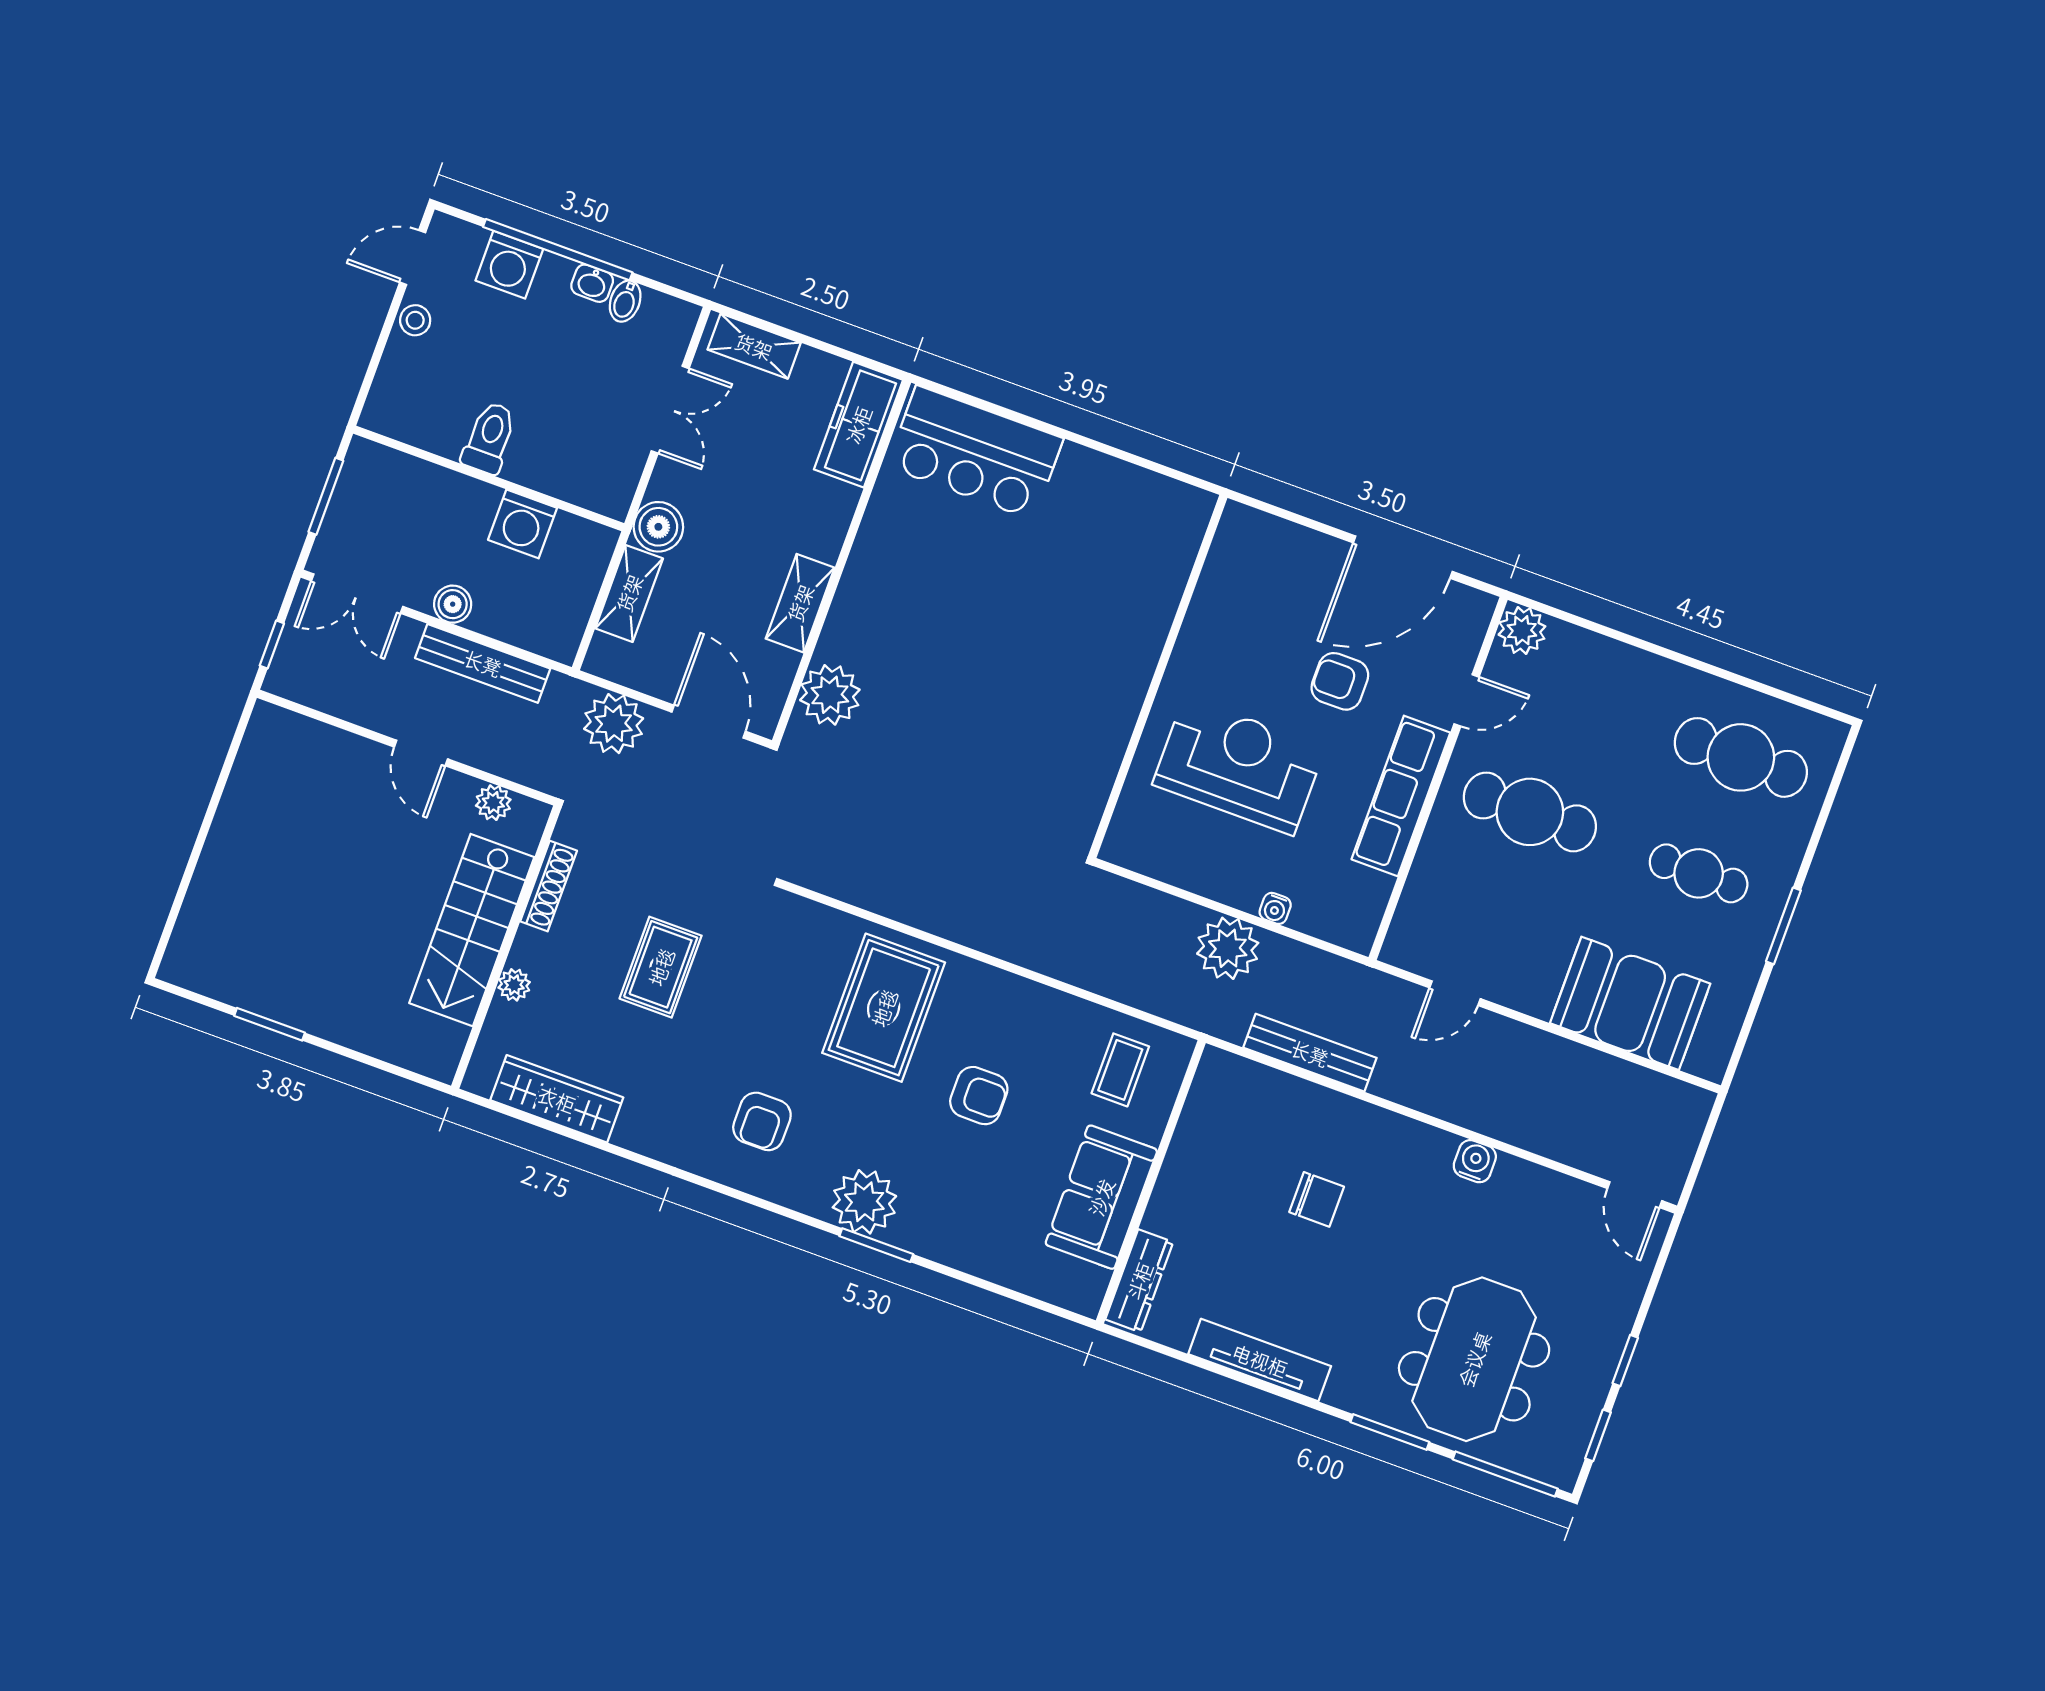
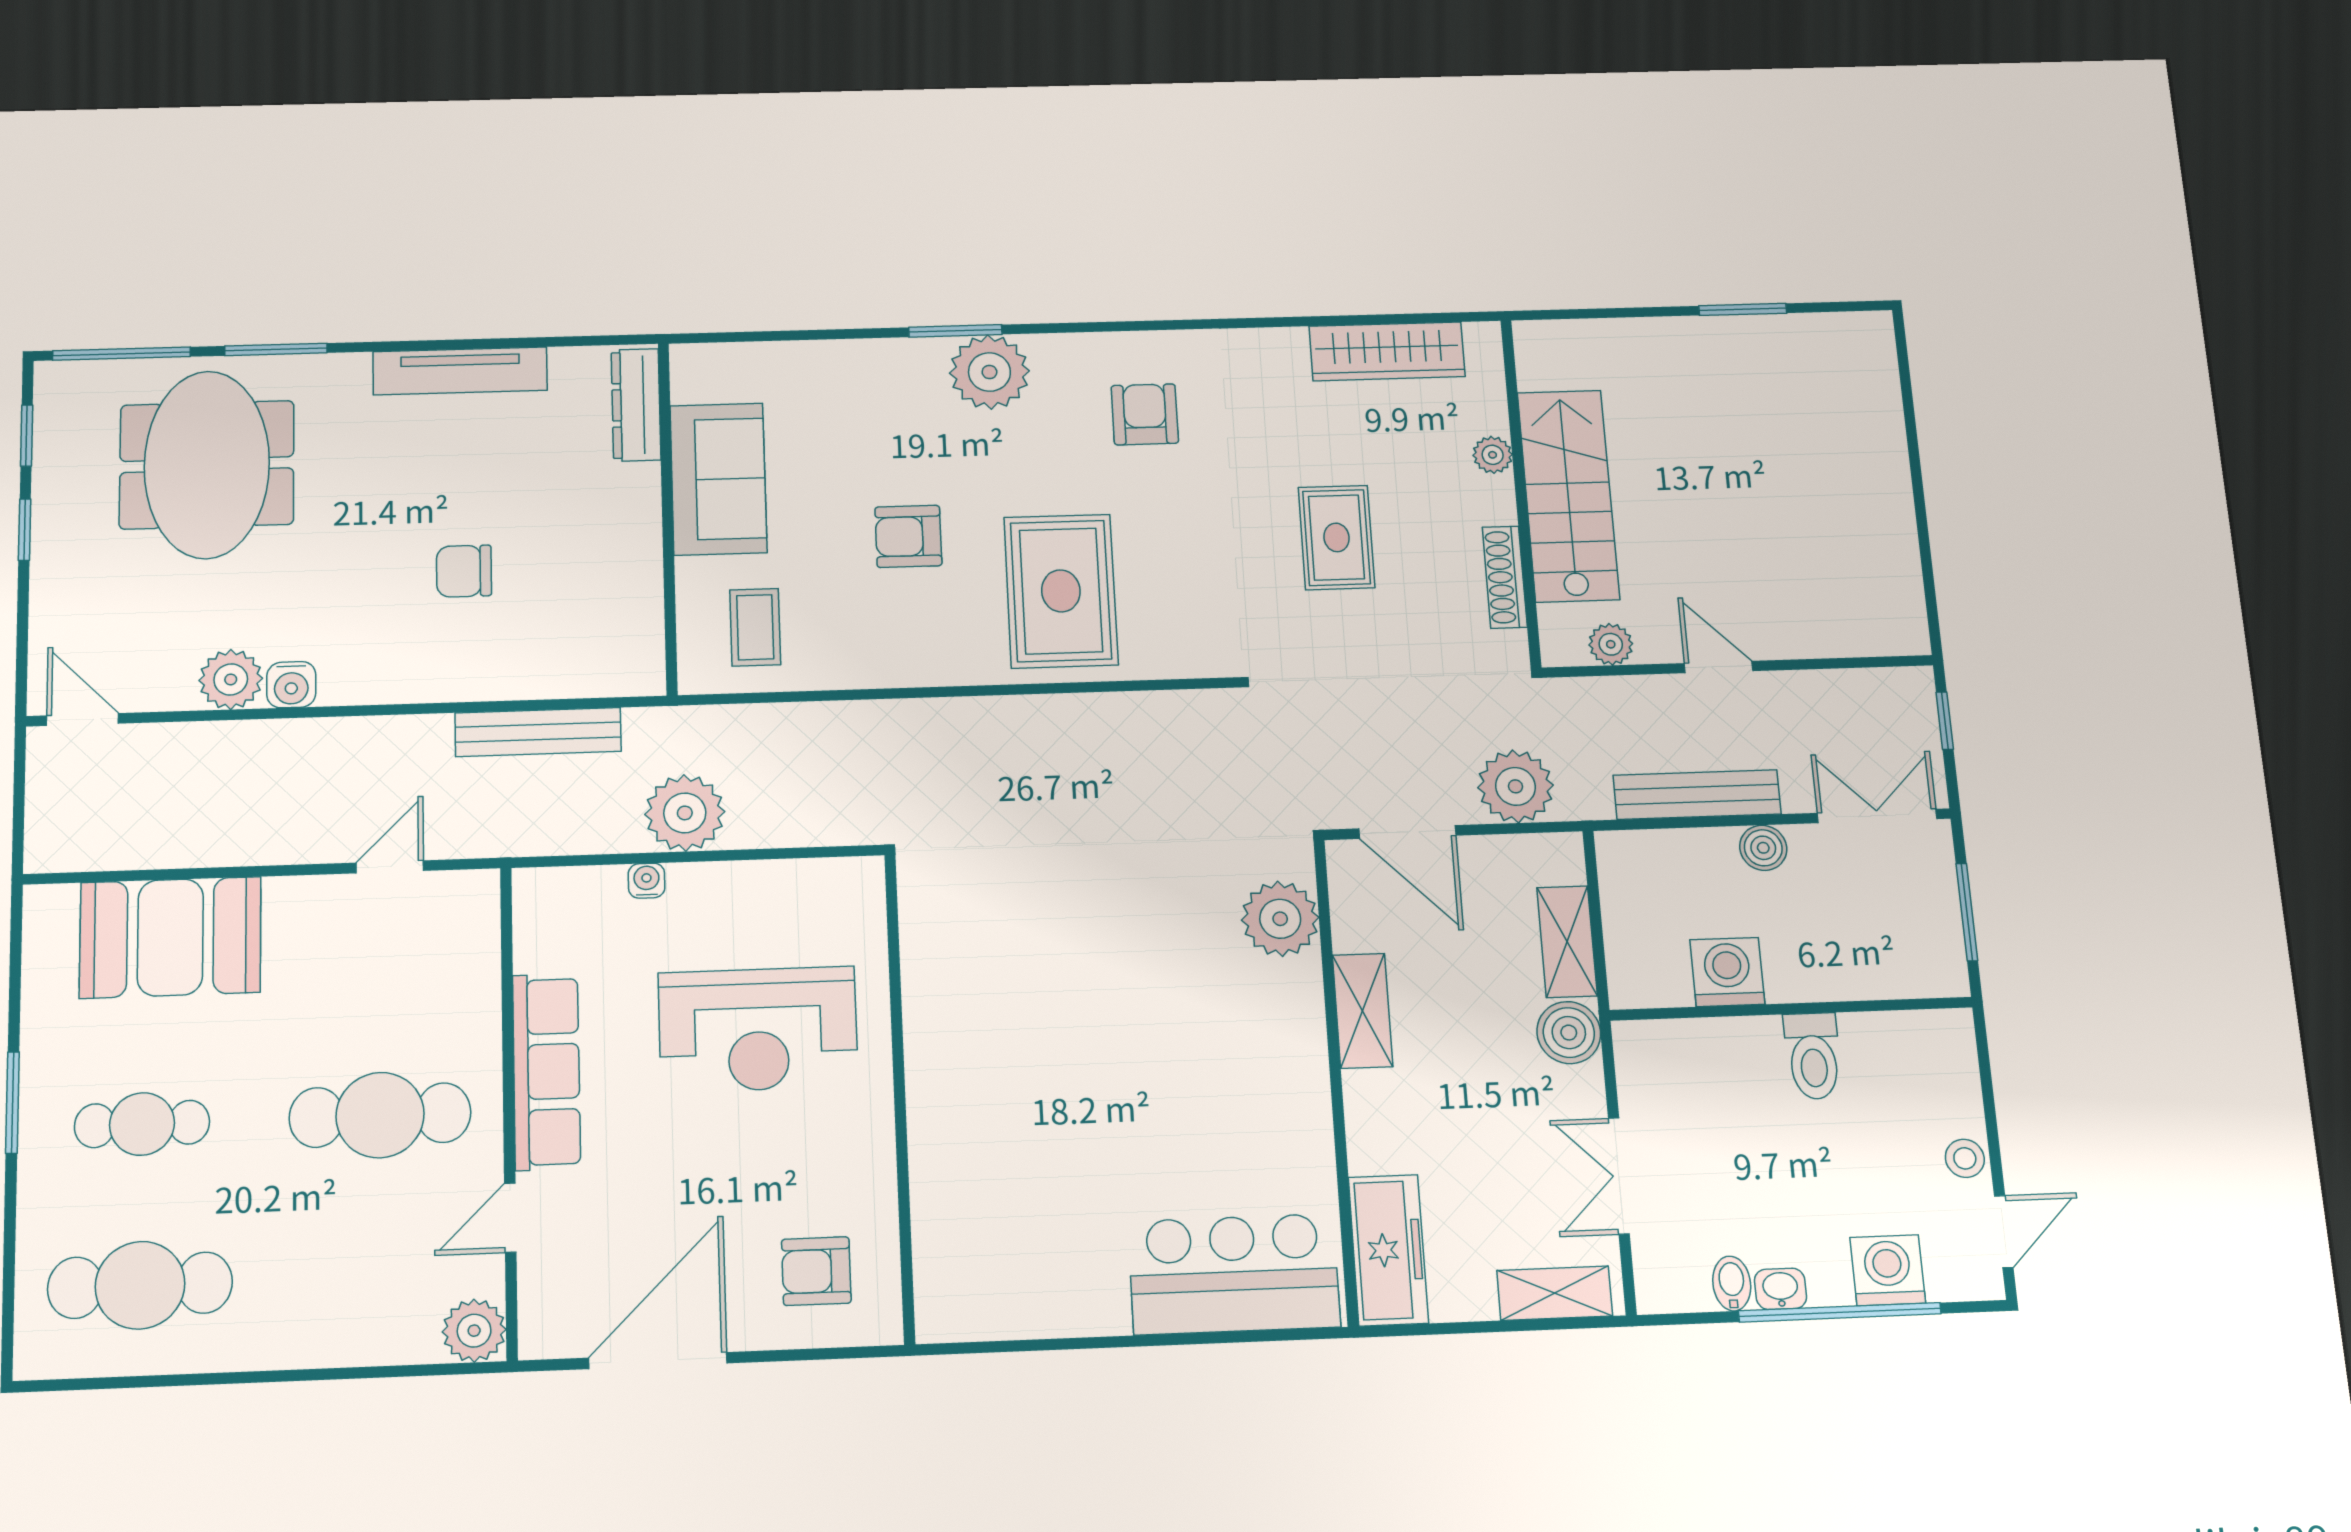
armchair: (1340, 681) -> (816, 1271), moved, turned 180
plant: (1517, 1183) -> (231, 679), added

